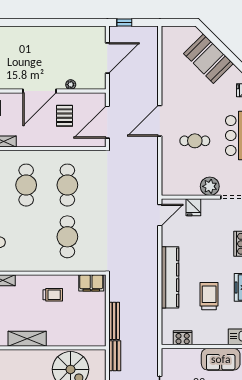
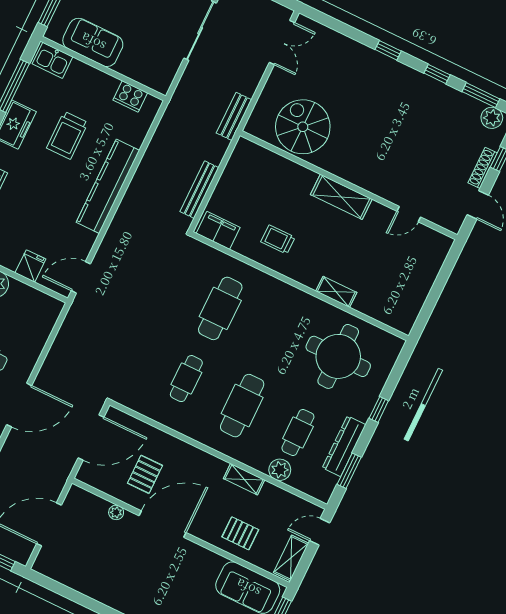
cafe table: (67, 185) -> (186, 379), width x0.73, depth x0.74
bench: (114, 321) -> (199, 190), moved

